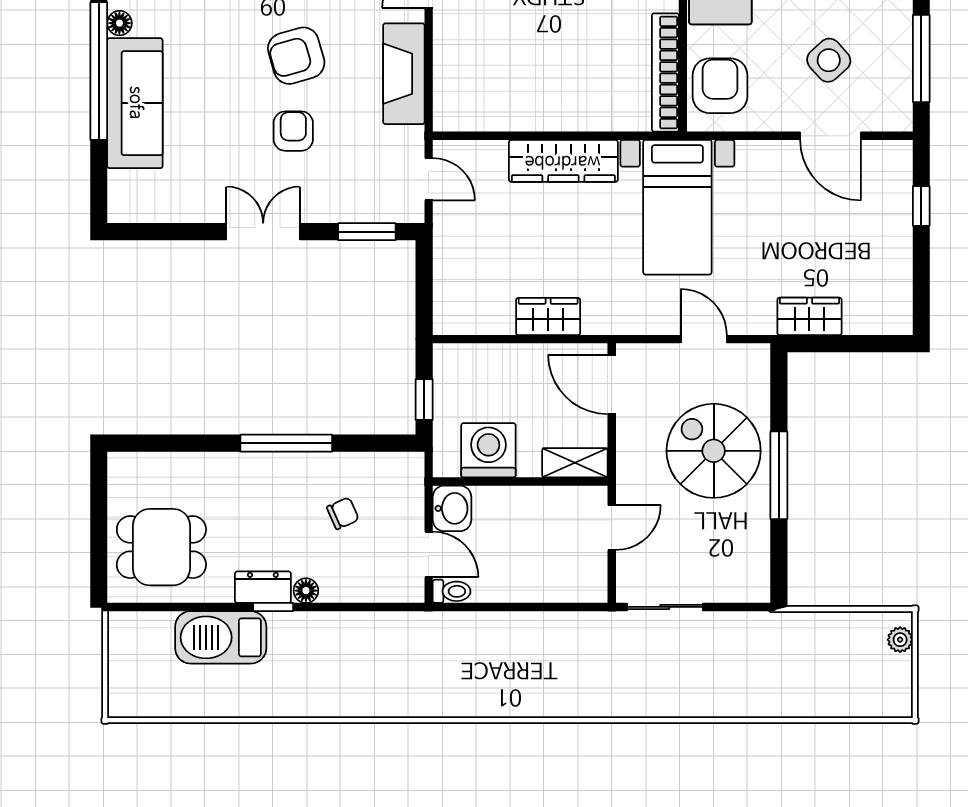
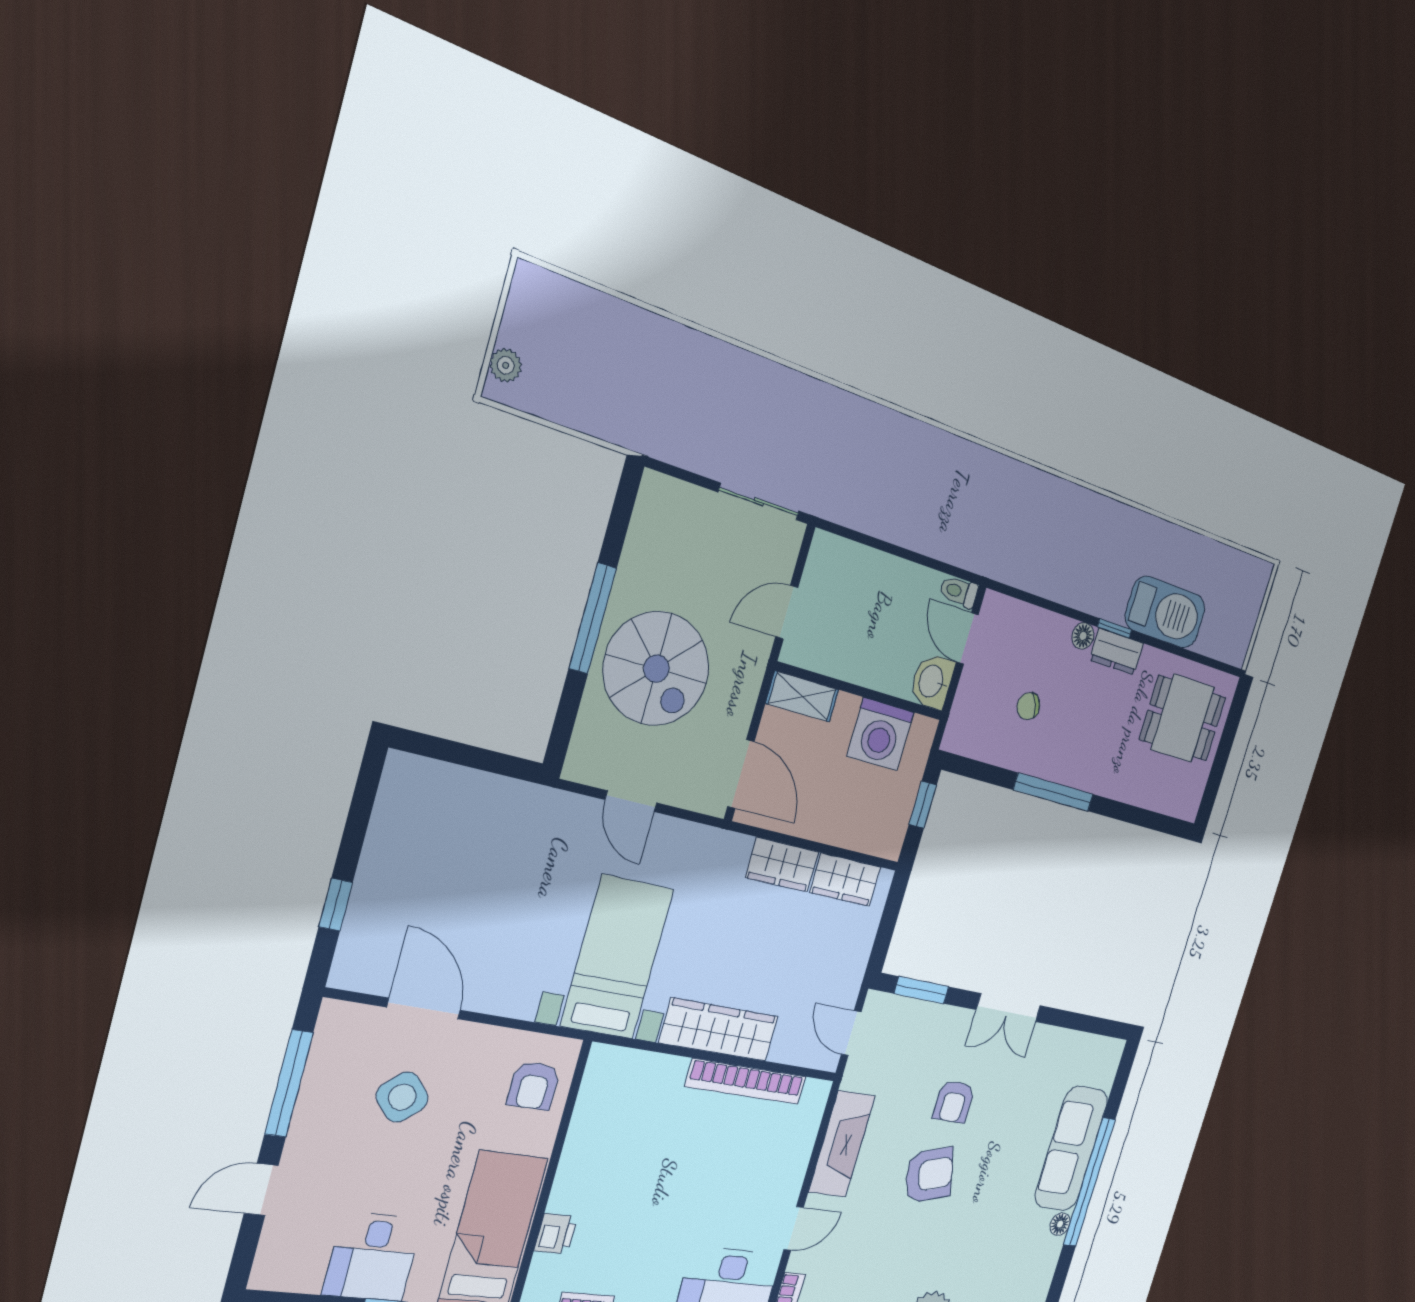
bookcase: (665, 72) -> (746, 1082), moved, turned 90
armchair: (720, 86) -> (534, 1086), width x0.72, depth x0.72
wardrobe: (809, 316) -> (845, 880), moved

